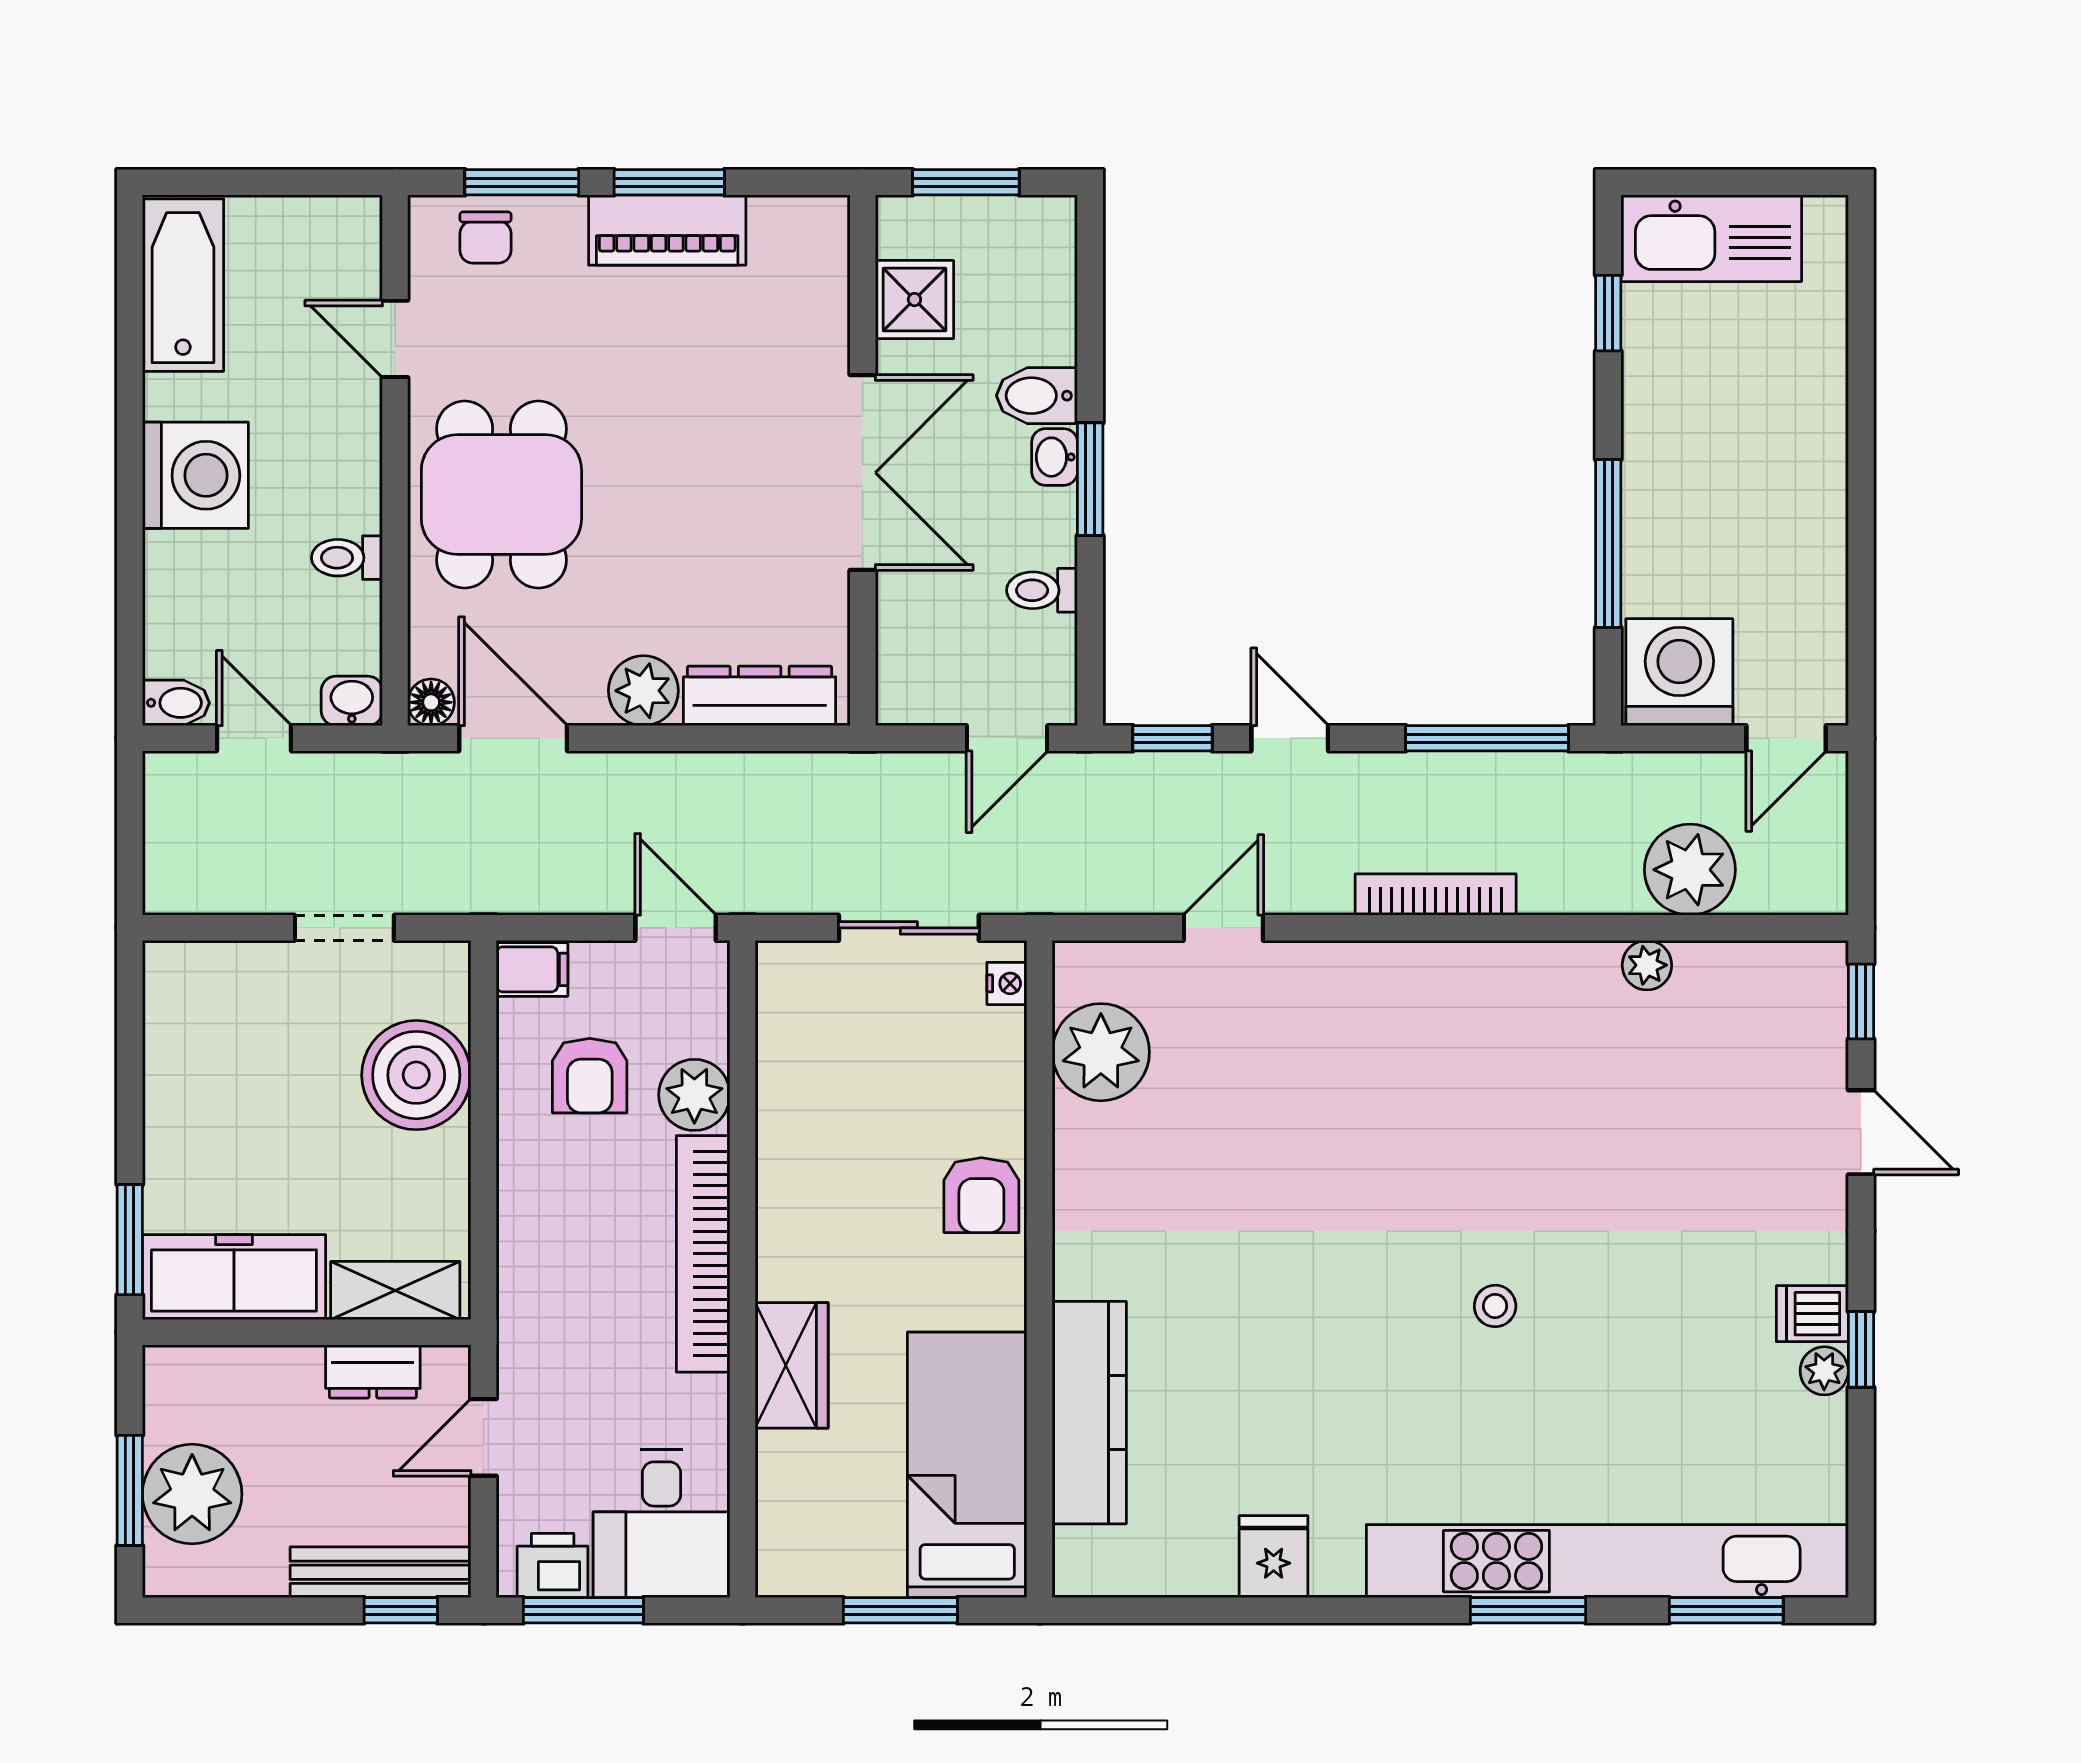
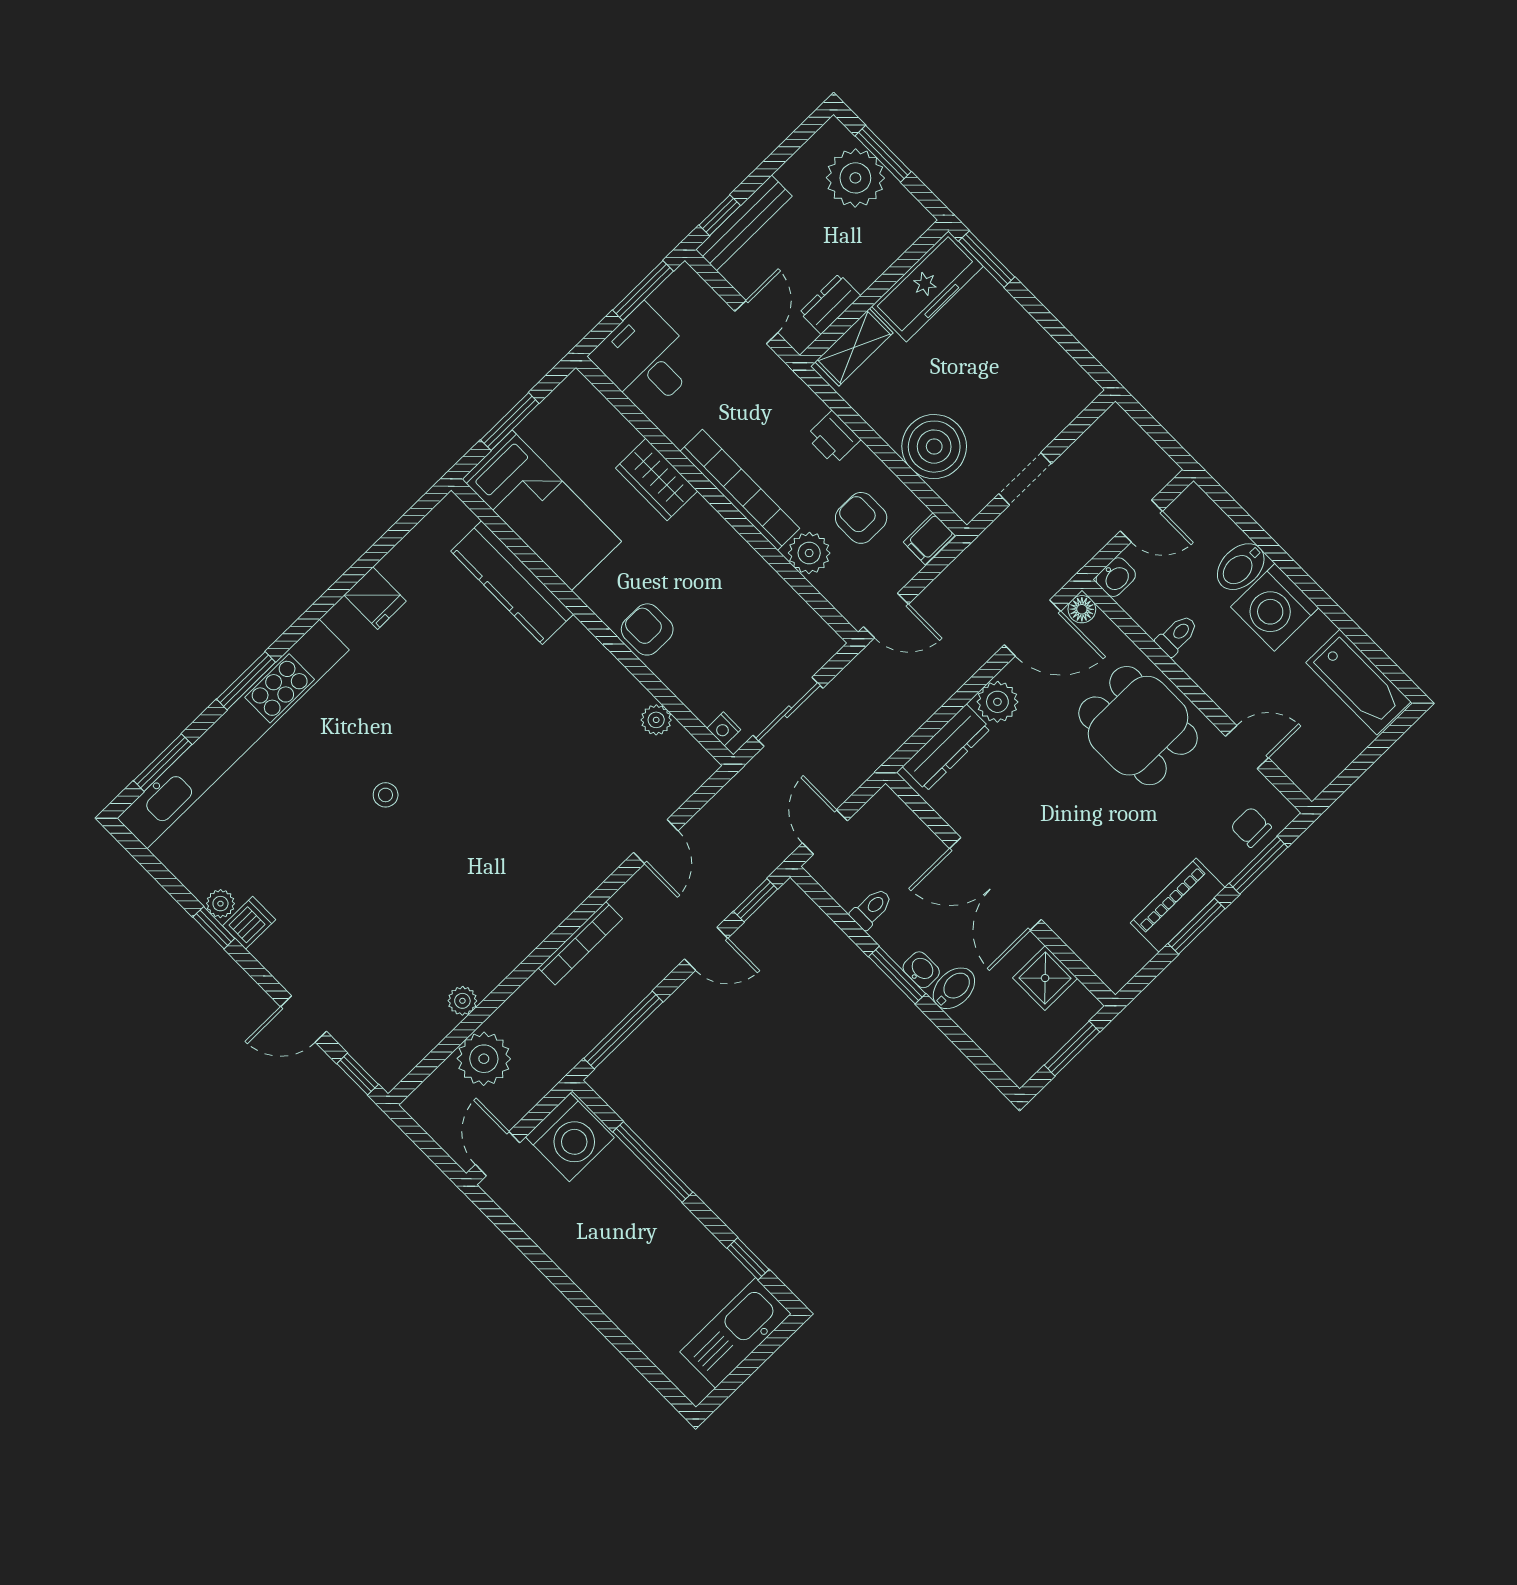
bidet: (176, 703) -> (1241, 567), moved, width x1.38, depth x1.36
plant: (1101, 1052) -> (656, 720), width x0.53, depth x0.53
printer: (553, 1565) -> (833, 438), moved, turned 90

